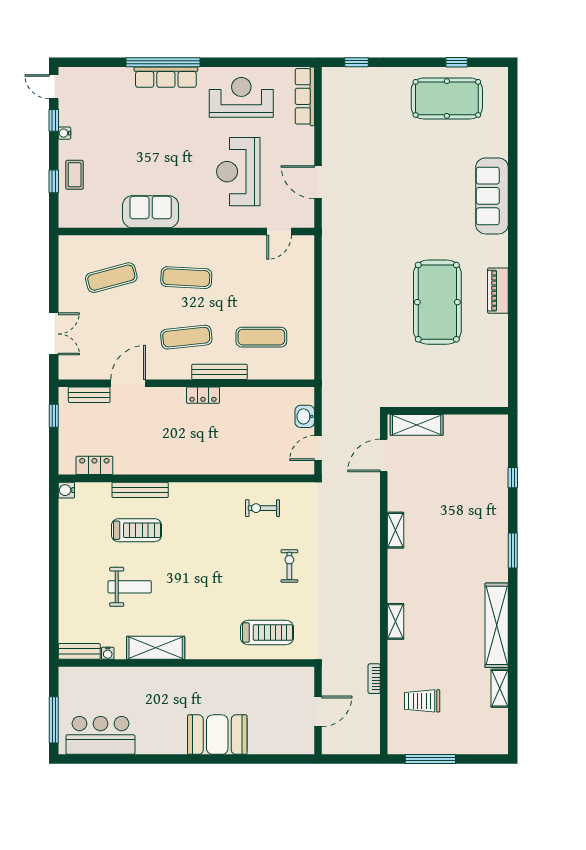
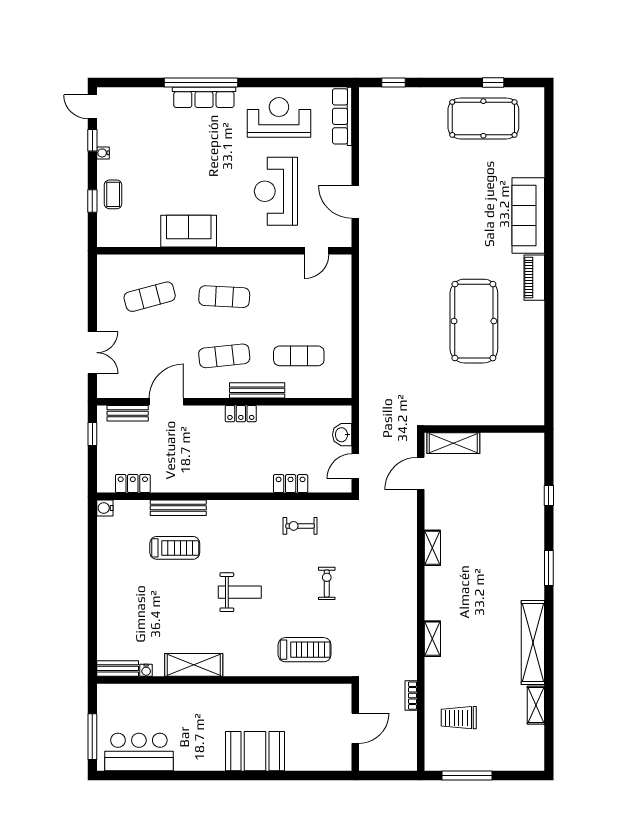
piano: (498, 291) -> (534, 278), moved
locker: (253, 466) -> (291, 484), added
weight bench: (130, 587) -> (240, 592), moved

